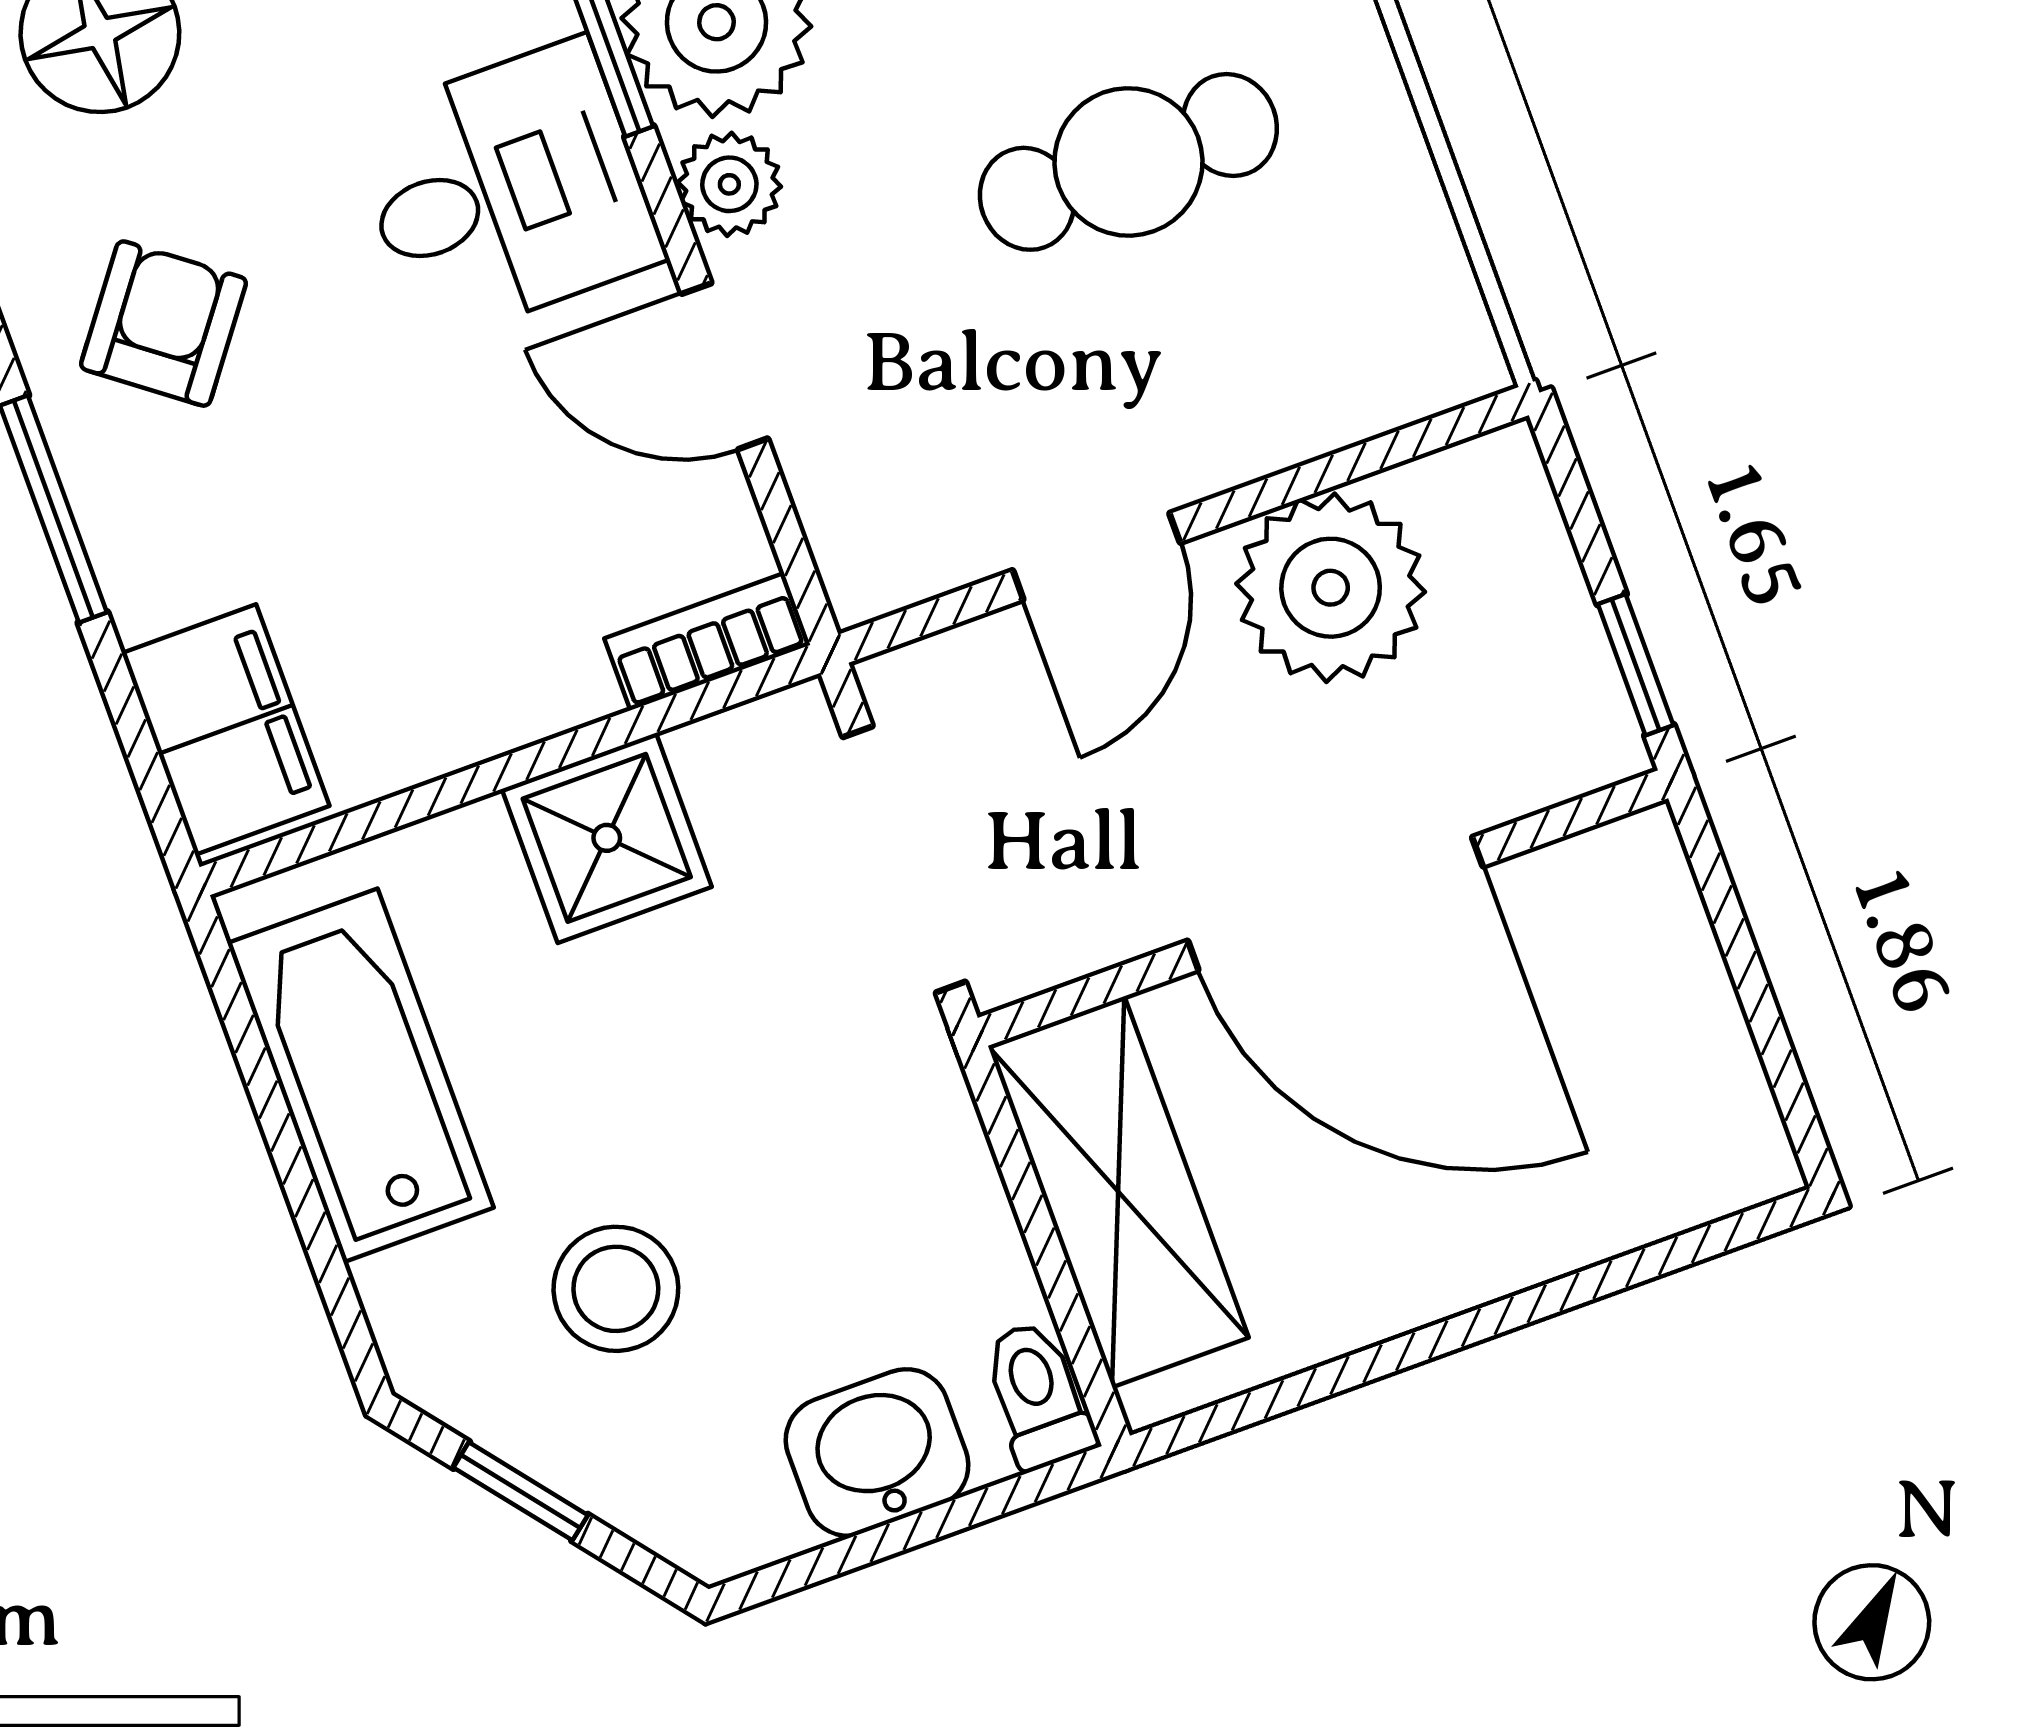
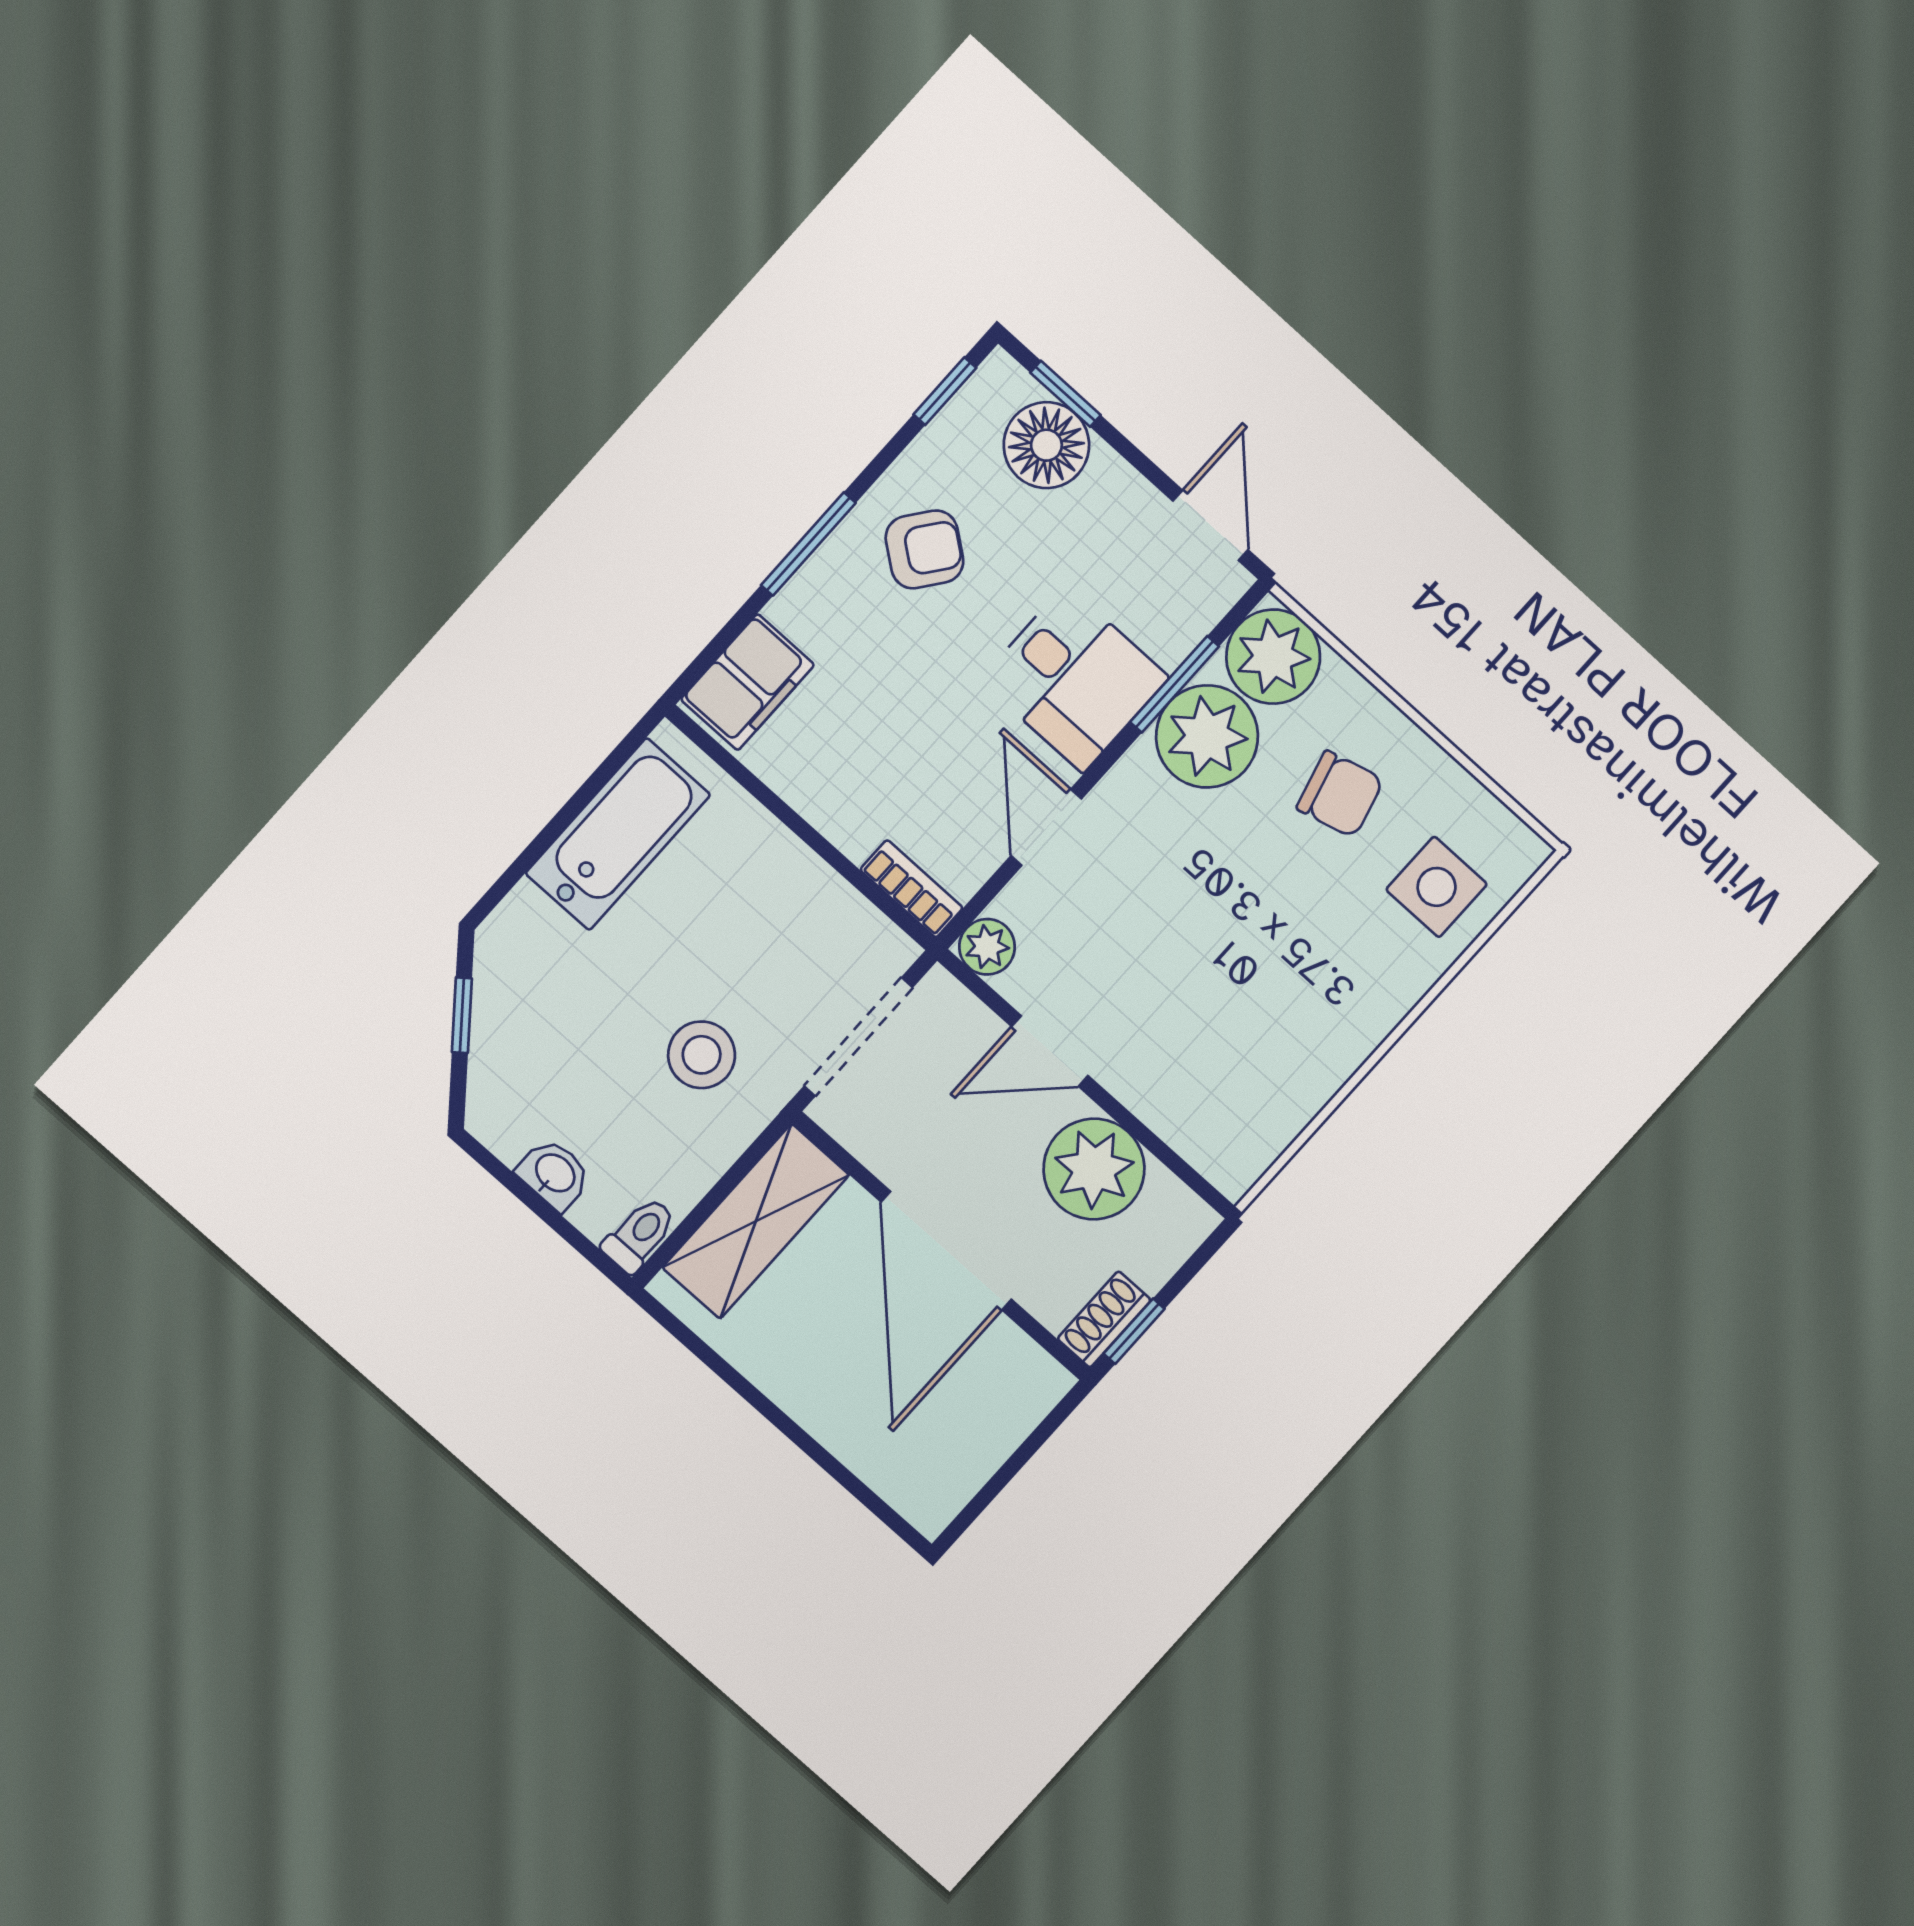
cafe table: (1128, 162) -> (1244, 967), removed
plant: (729, 184) -> (987, 947), moved
shoe rack: (1589, 704) -> (1104, 1319), added
shower: (607, 838) -> (793, 891), removed
stool: (616, 1289) -> (702, 1055), moved
washbasin: (877, 1452) -> (554, 1174), width x0.72, depth x0.69

